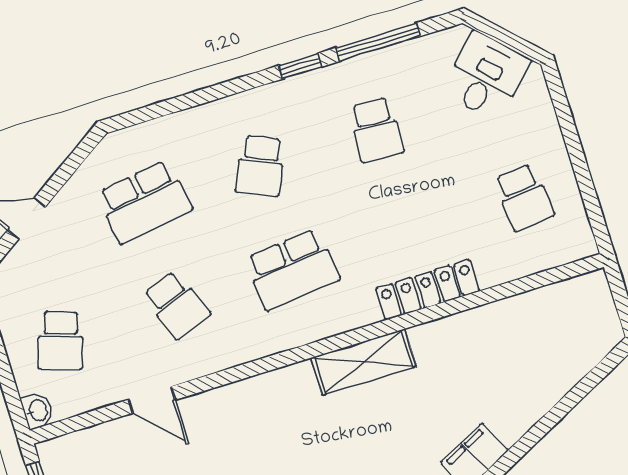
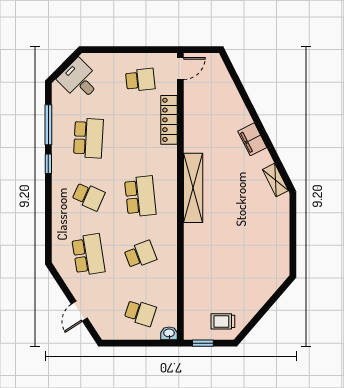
school desk: (376, 130) -> (88, 138), width x1.85
locker: (428, 290) -> (169, 120), moved
shelving: (363, 362) -> (193, 188), width x1.47
door: (152, 400) -> (180, 69), moved

